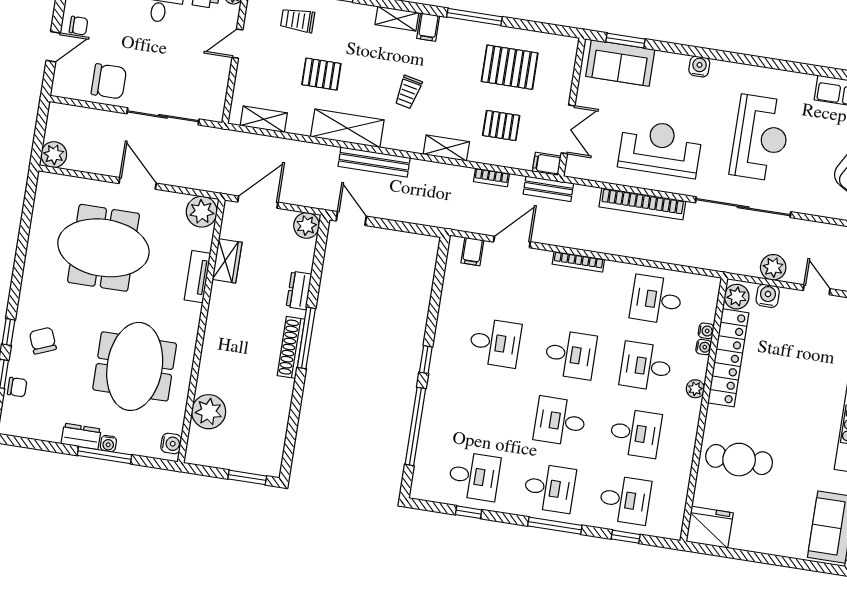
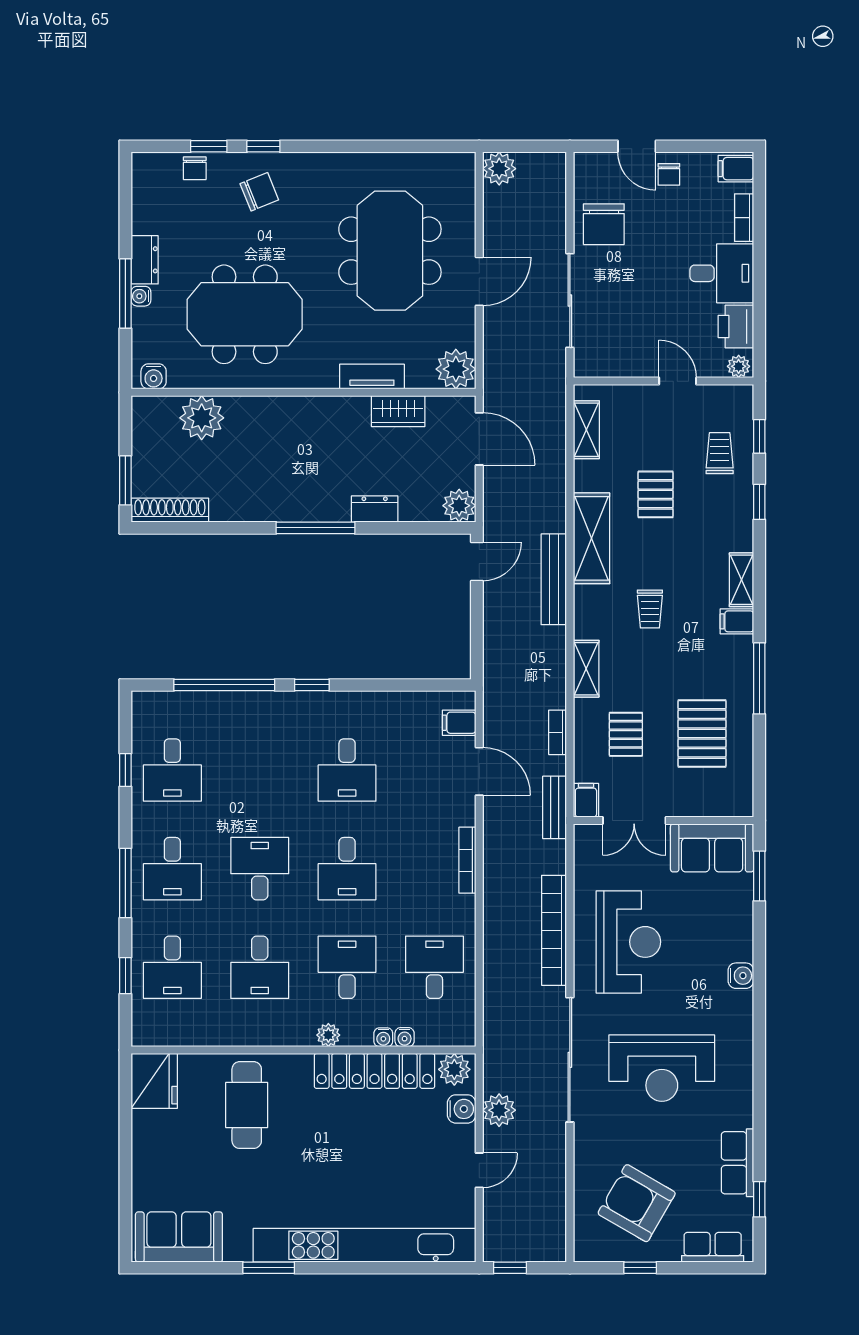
sofa: (620, 63) -> (712, 848), moved, turned -90
trolley: (408, 92) -> (650, 609), turned -102
shoe rack: (291, 347) -> (170, 510), moved

